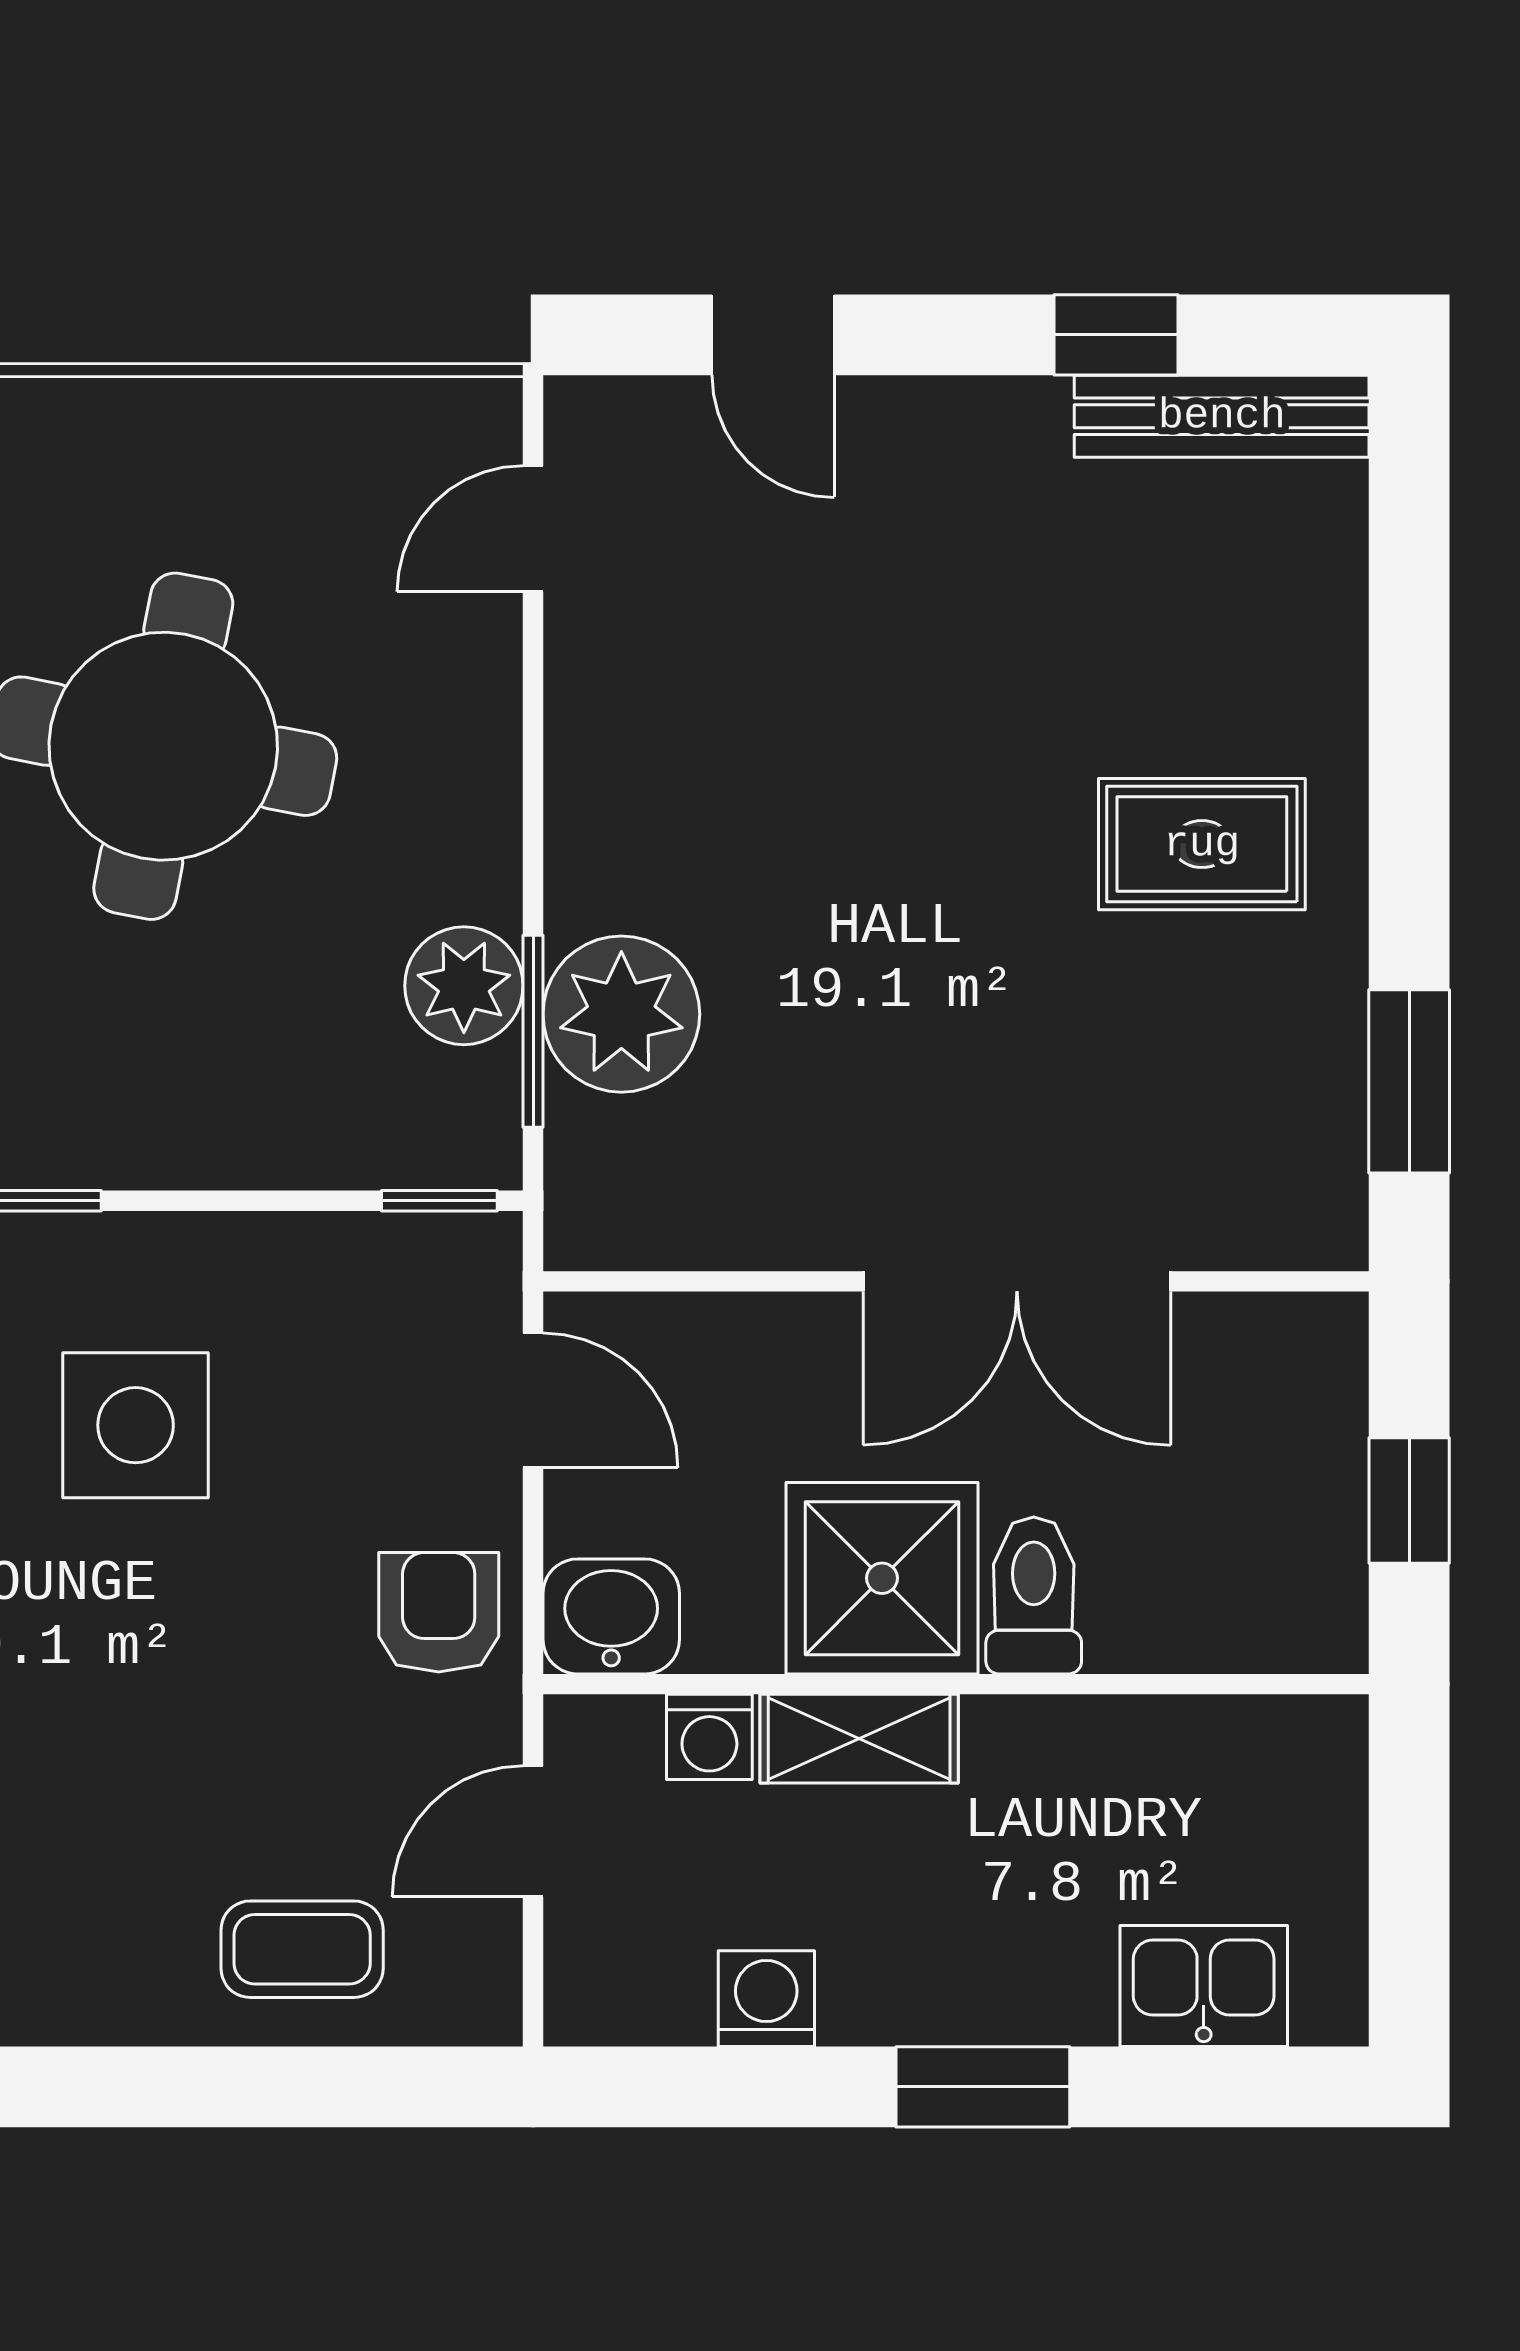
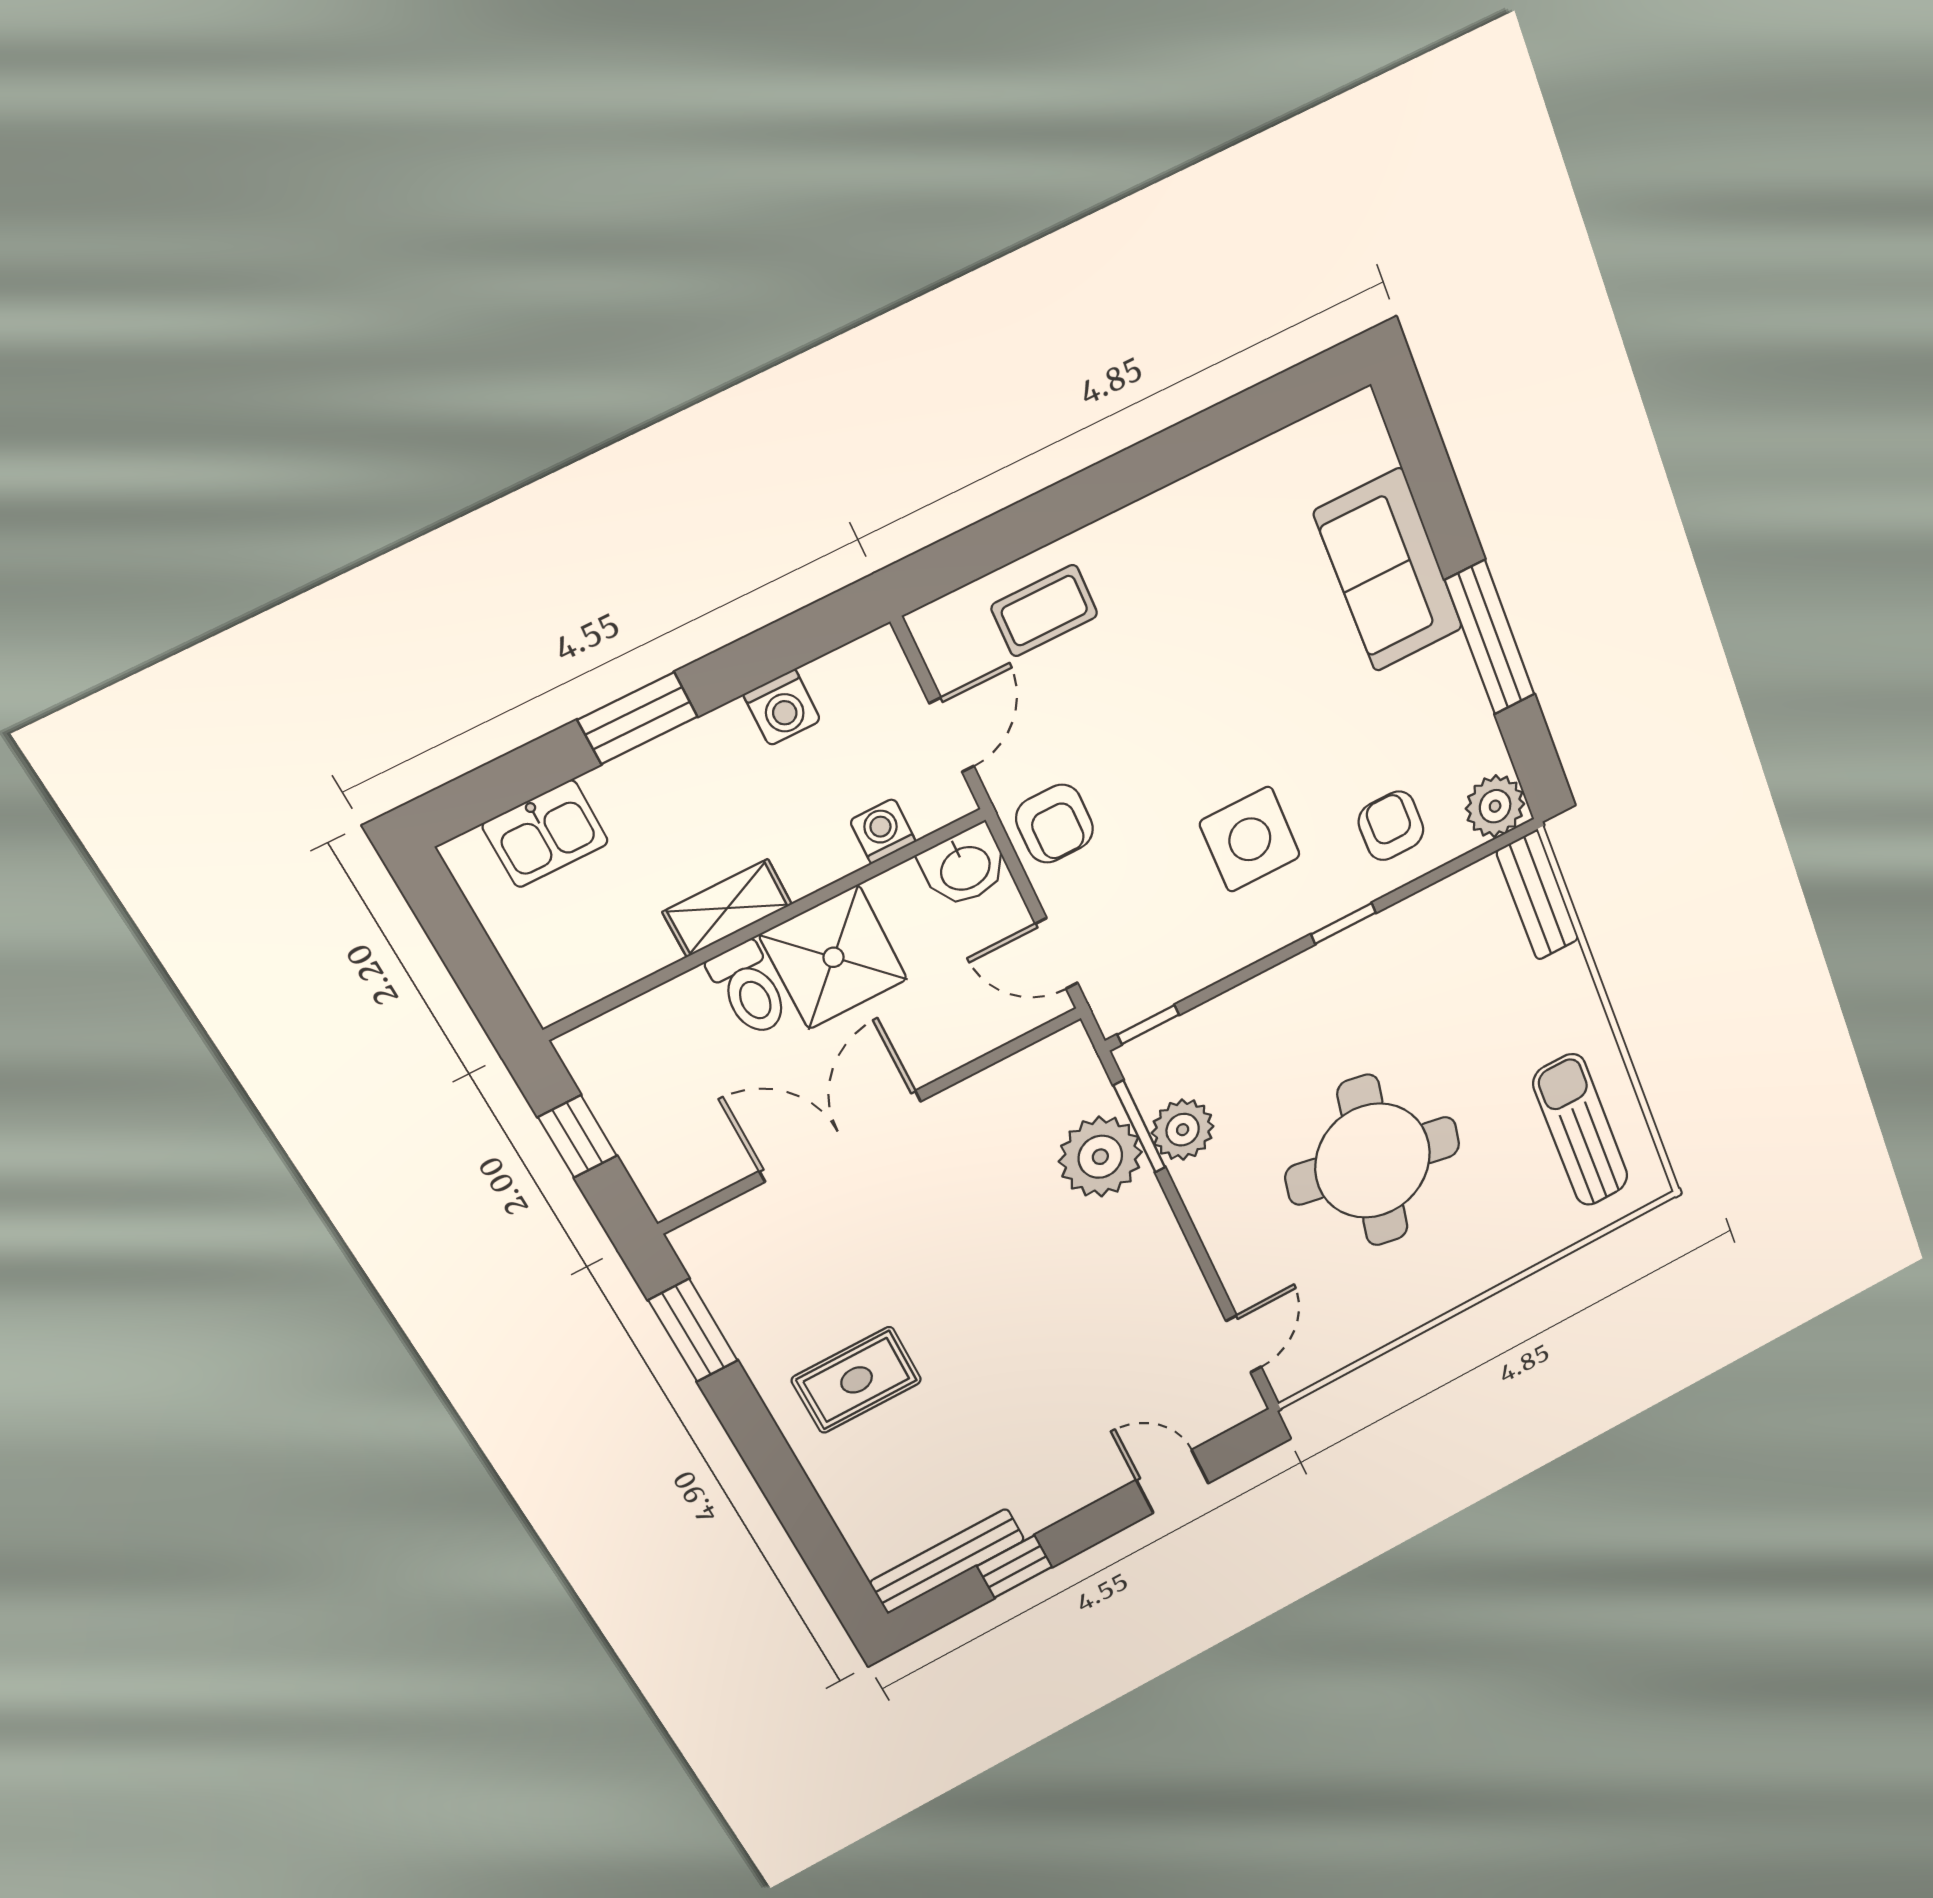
shelving: (859, 1739) -> (727, 908), moved

